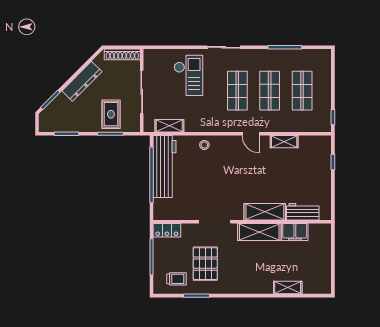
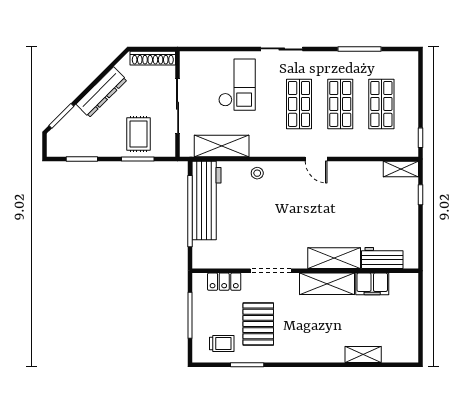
shelving: (169, 126) -> (222, 146), width x1.50, depth x1.33
shelving: (284, 142) -> (401, 169), moved
locker: (167, 230) -> (224, 282), moved

